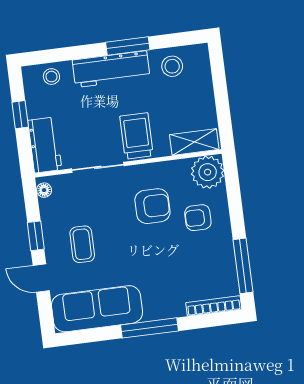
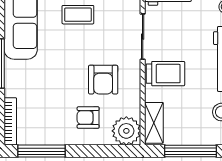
window: (221, 96) -> (191, 151), added
armchair: (198, 218) -> (88, 118), turned -90

